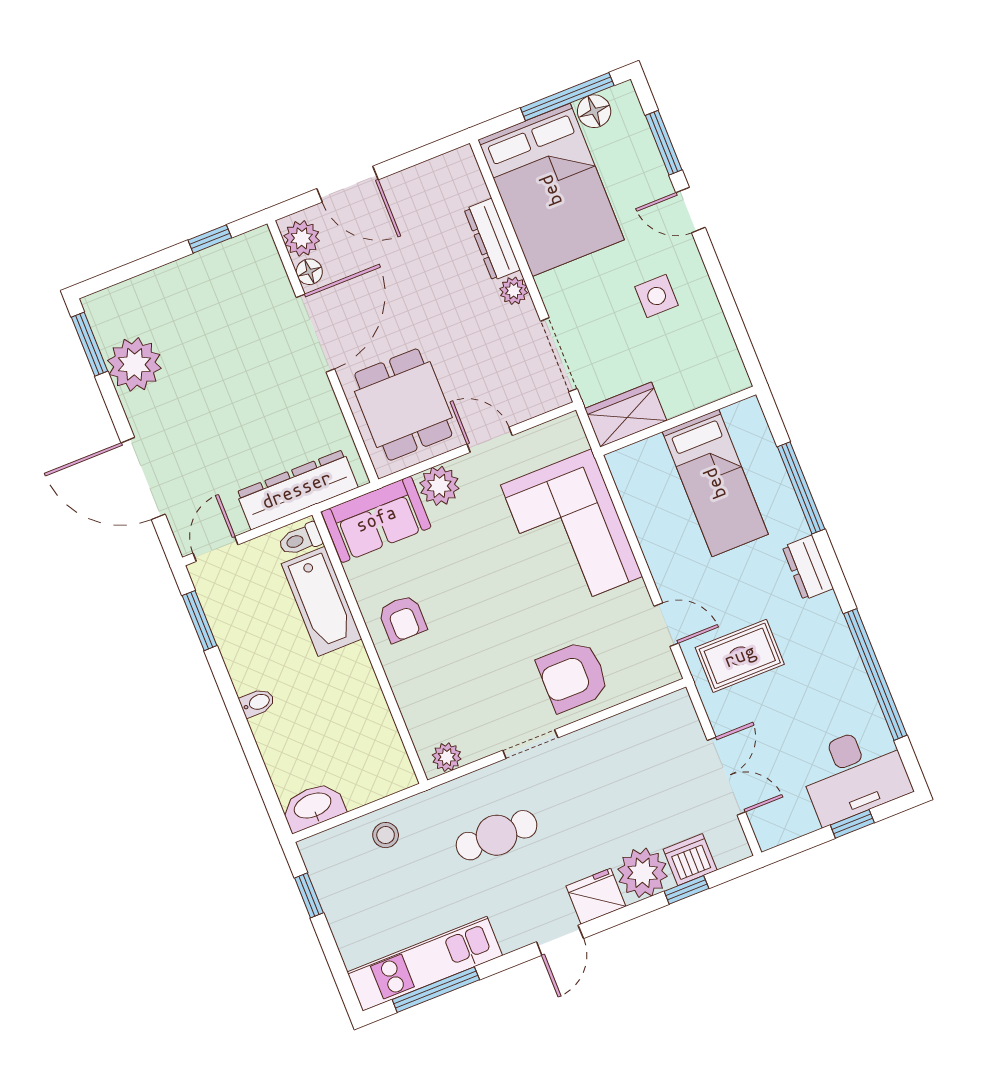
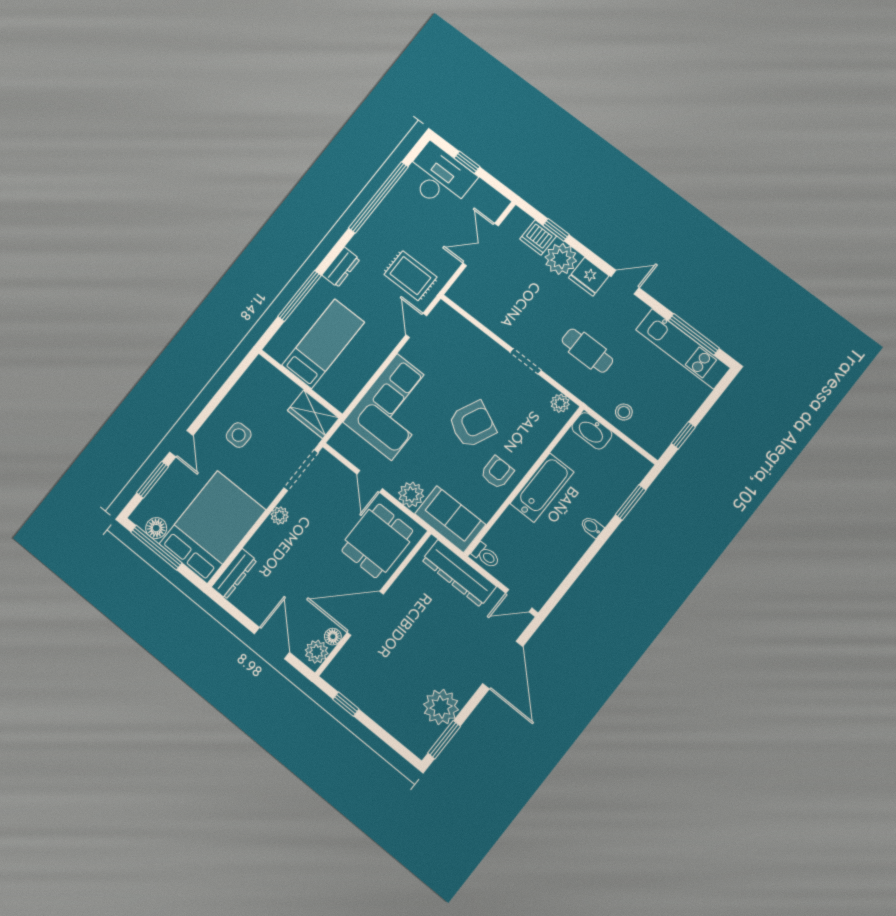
dresser: (492, 240) -> (234, 574), moved
bathtub: (321, 601) -> (542, 488), moved
window: (200, 621) -> (631, 502), moved
armchair: (573, 676) -> (472, 424), moved, turned -65
washbasin: (313, 806) -> (592, 431), moved

